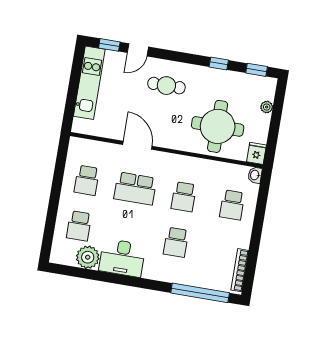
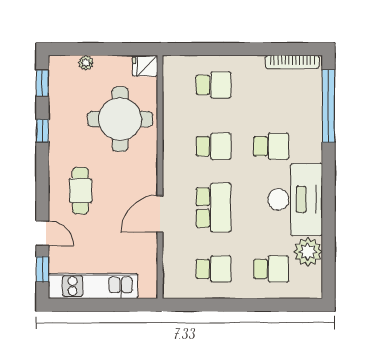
washbasin: (255, 175) -> (172, 63), removed
desk: (122, 258) -> (295, 199), width x1.36, depth x1.30

